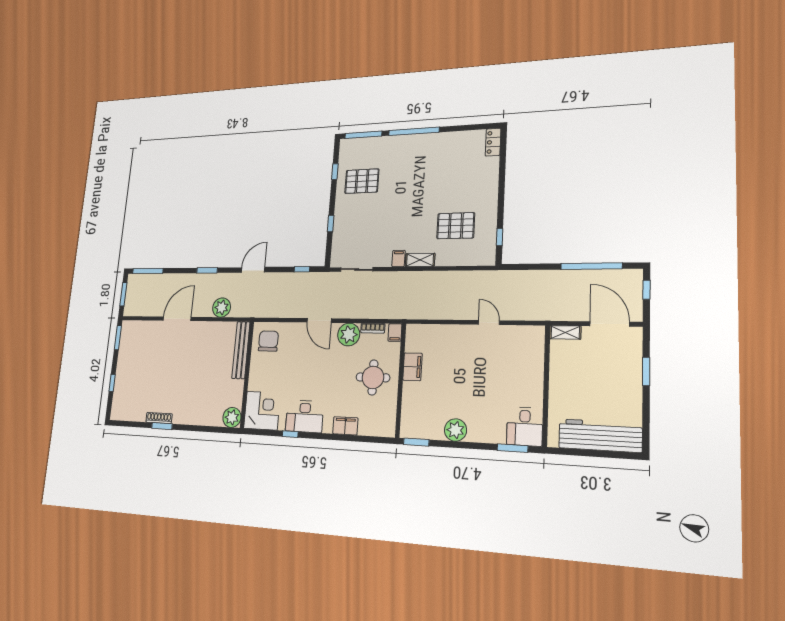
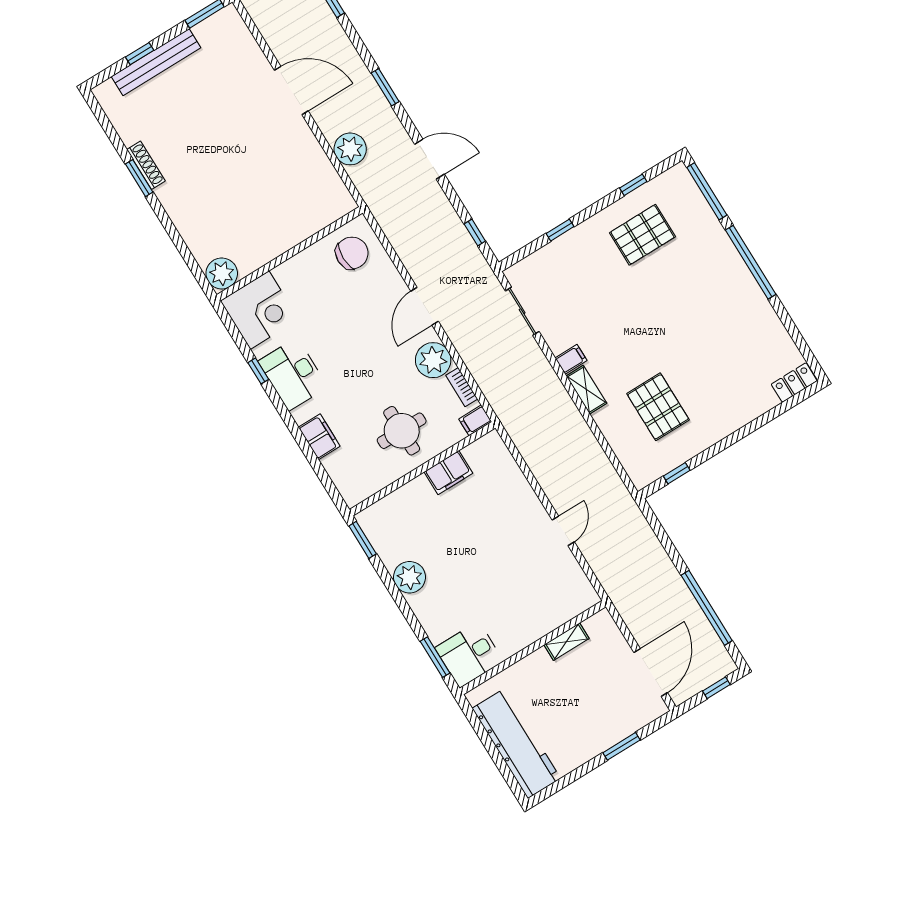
pallet: (362, 181) -> (642, 235), turned 90
shelving: (565, 332) -> (567, 642), moved, turned 90
bench: (241, 350) -> (156, 62), moved

